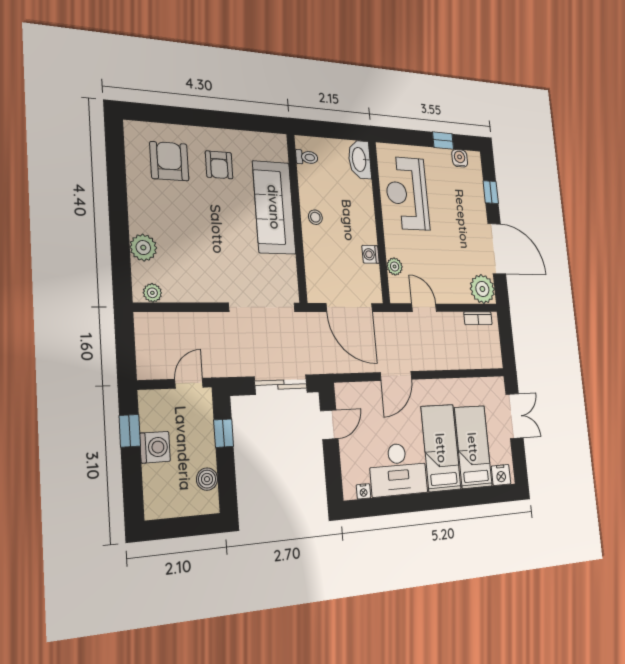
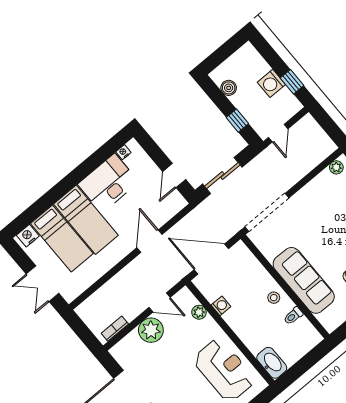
toilet: (307, 157) -> (293, 316), moved
plant: (482, 289) -> (151, 330), moved

